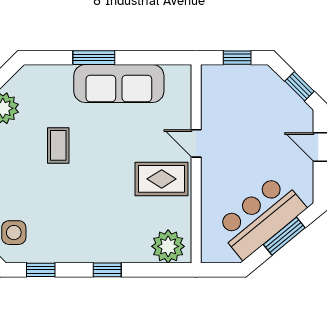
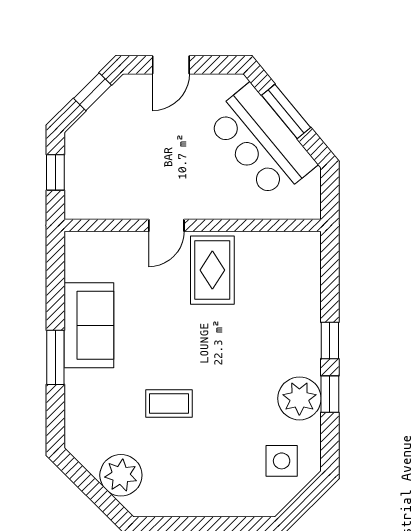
sofa: (119, 83) -> (89, 325), width x0.73
plant: (168, 246) -> (299, 398), moved
window: (41, 270) -> (330, 394), moved

